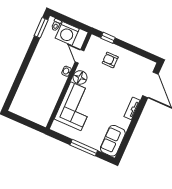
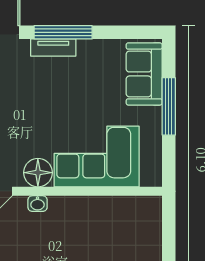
window: (137, 116) -> (63, 32), added
sofa: (113, 141) -> (144, 74), moved, turned 90

